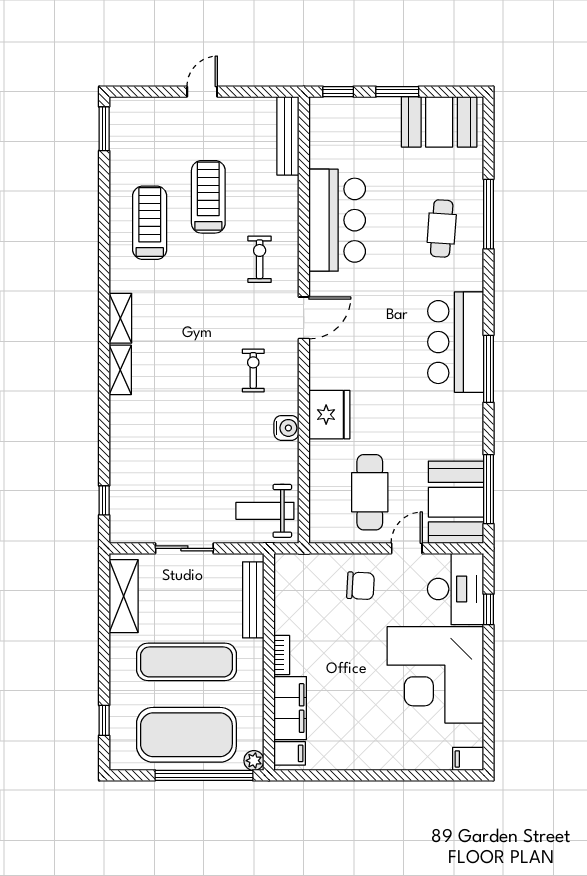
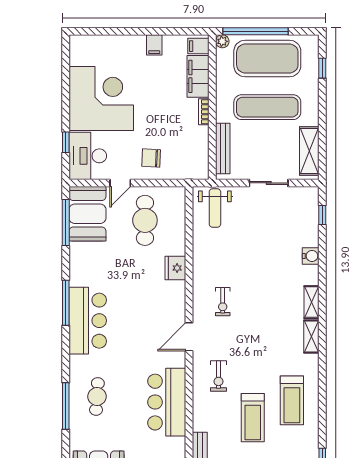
fridge: (329, 415) -> (175, 268), width x0.73, depth x0.75
water cooler: (286, 428) -> (311, 256), moved, turned 180
weight bench: (265, 511) -> (215, 208), turned 90
filing cabinet: (468, 759) -> (154, 45), moved, turned 90

